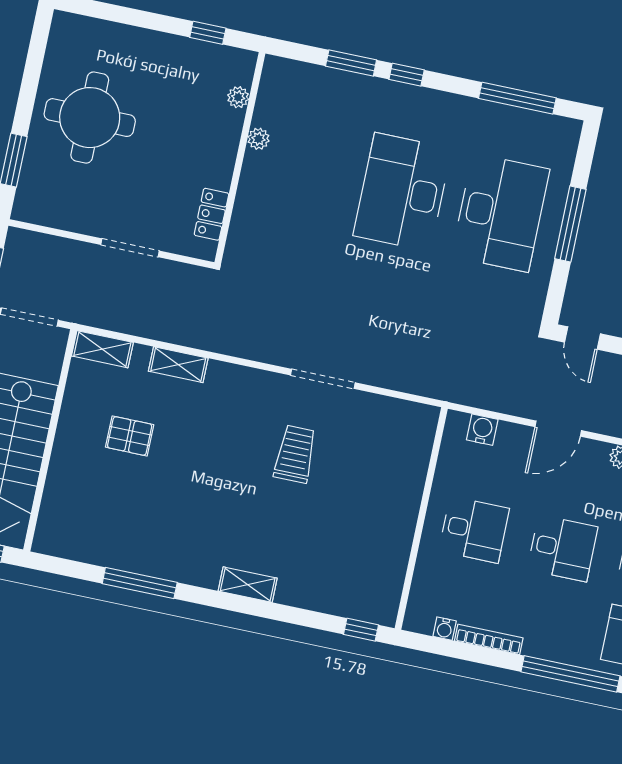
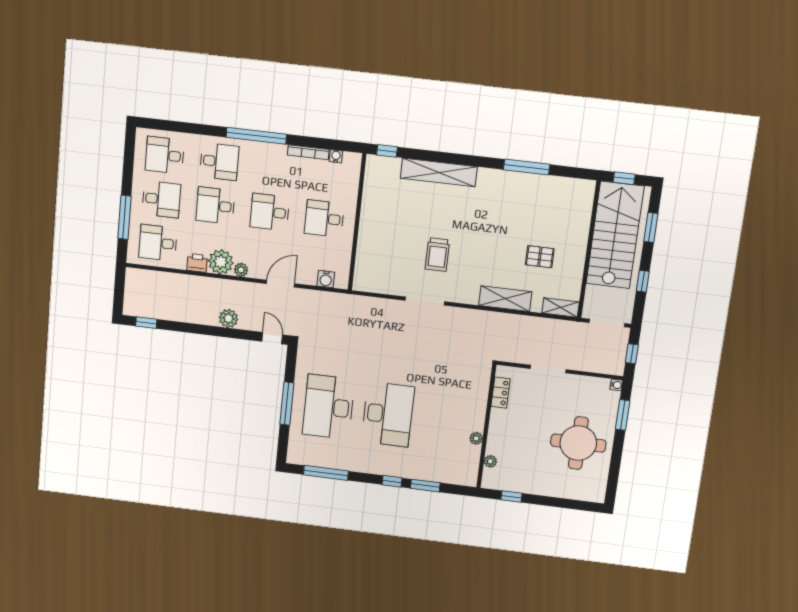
water cooler: (21, 212) -> (616, 385), added
shelving: (178, 365) -> (505, 299), width x1.50, depth x1.33
shelving: (248, 585) -> (439, 172), width x2.20, depth x1.33

